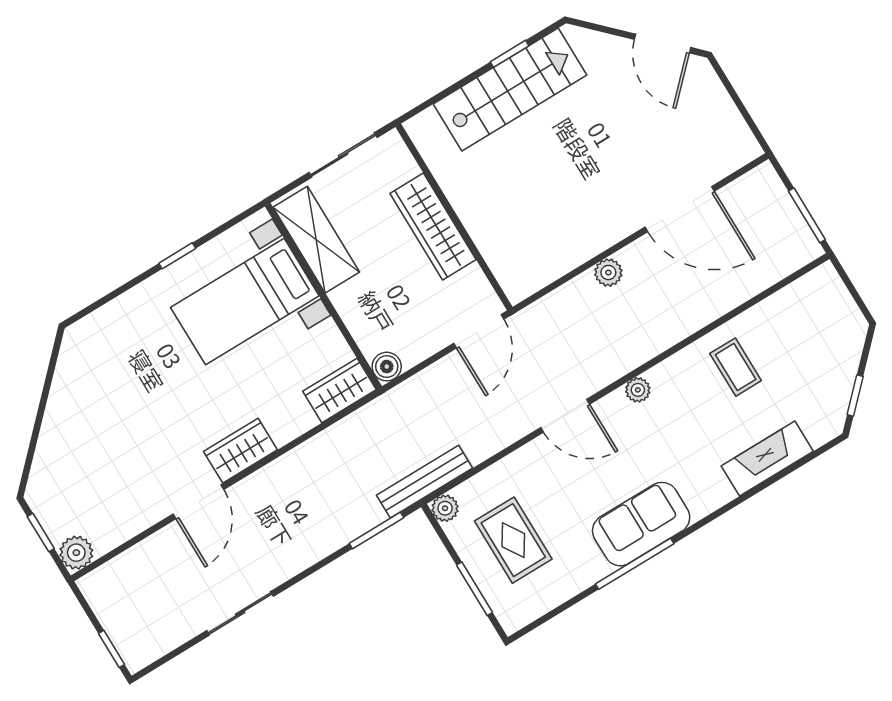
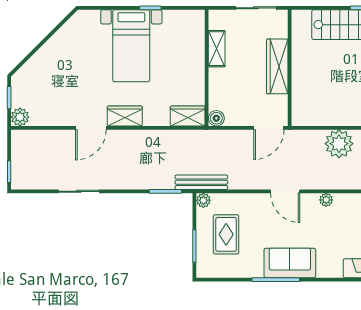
shelving: (316, 240) -> (217, 49), width x0.67, depth x0.75
plant: (608, 273) -> (339, 144), width x1.88, depth x1.88
bed with nightstands: (245, 302) -> (131, 46), moved, turned -90

